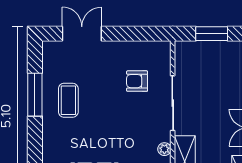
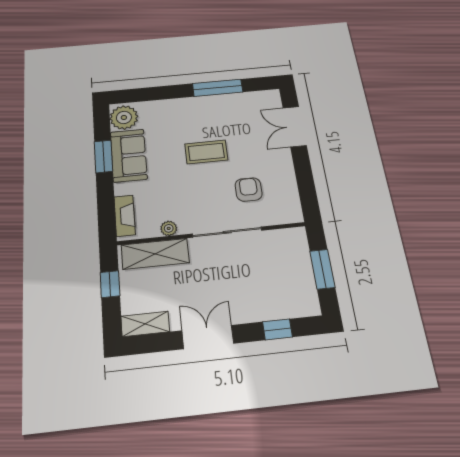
double door: (82, 34) -> (295, 127), swing flipped
coffee table: (68, 100) -> (206, 152), moved

